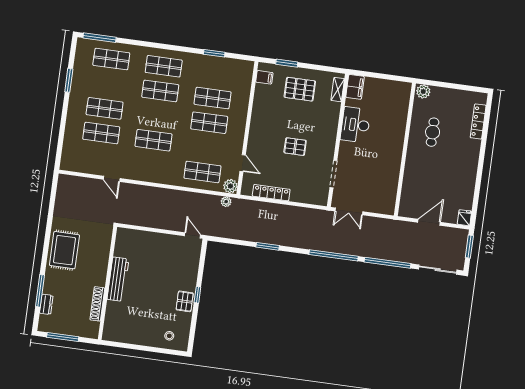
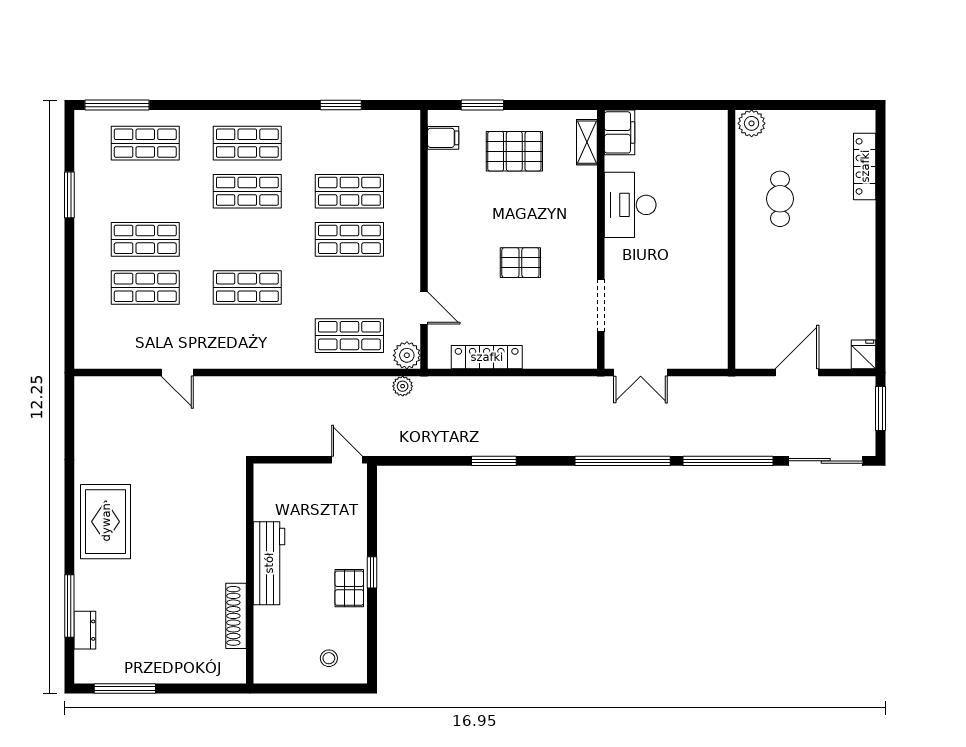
workbench: (118, 279) -> (269, 563), moved
wall: (107, 283) -> (250, 573), moved
shoe rack: (97, 304) -> (236, 616), moved

